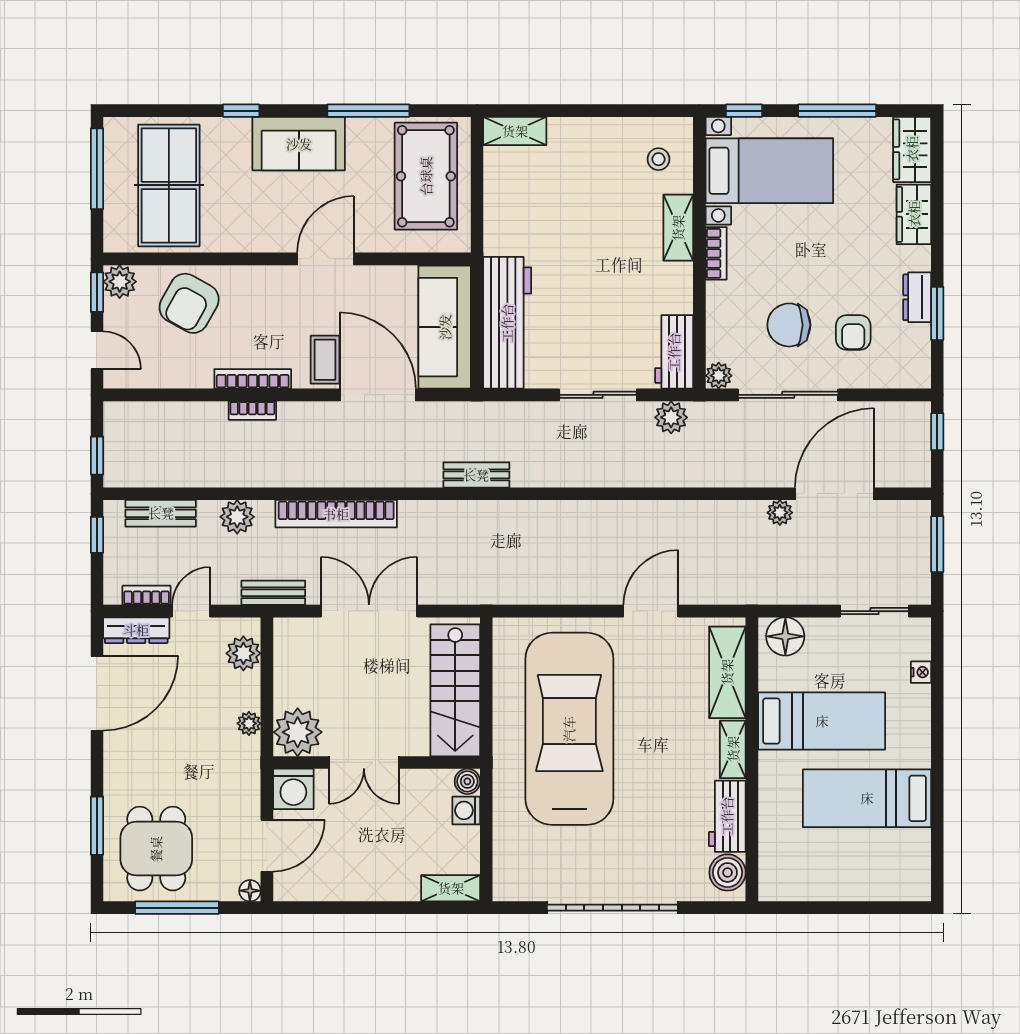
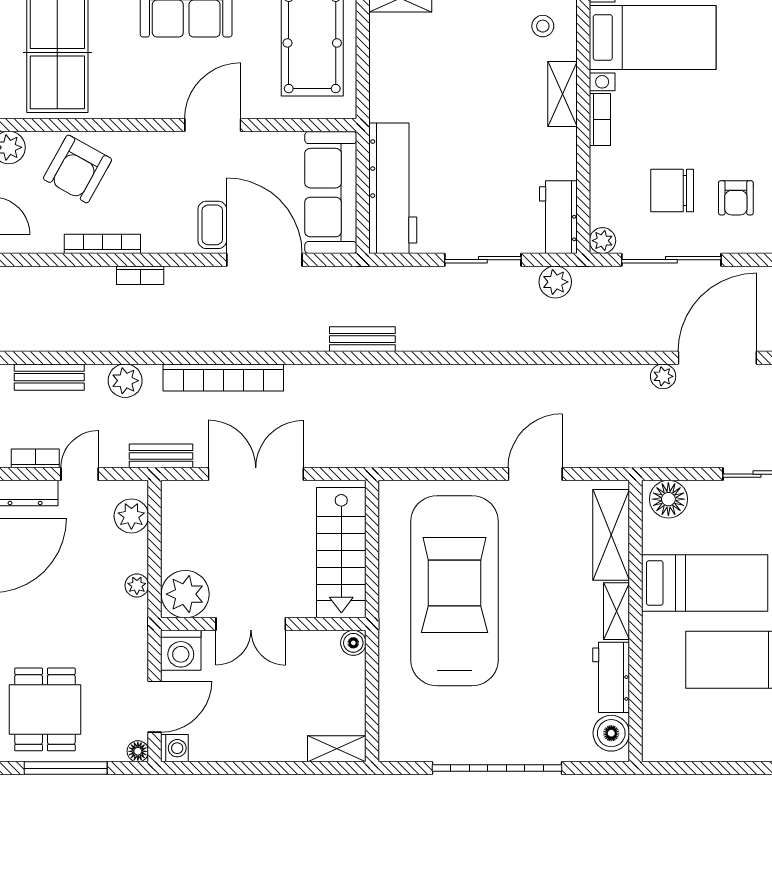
bookcase: (253, 379) -> (102, 244), moved
washing machine: (466, 810) -> (174, 748), moved, turned 180

